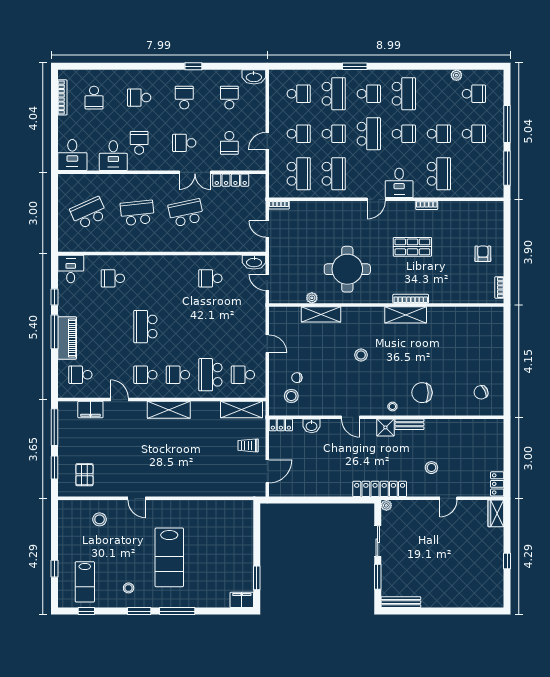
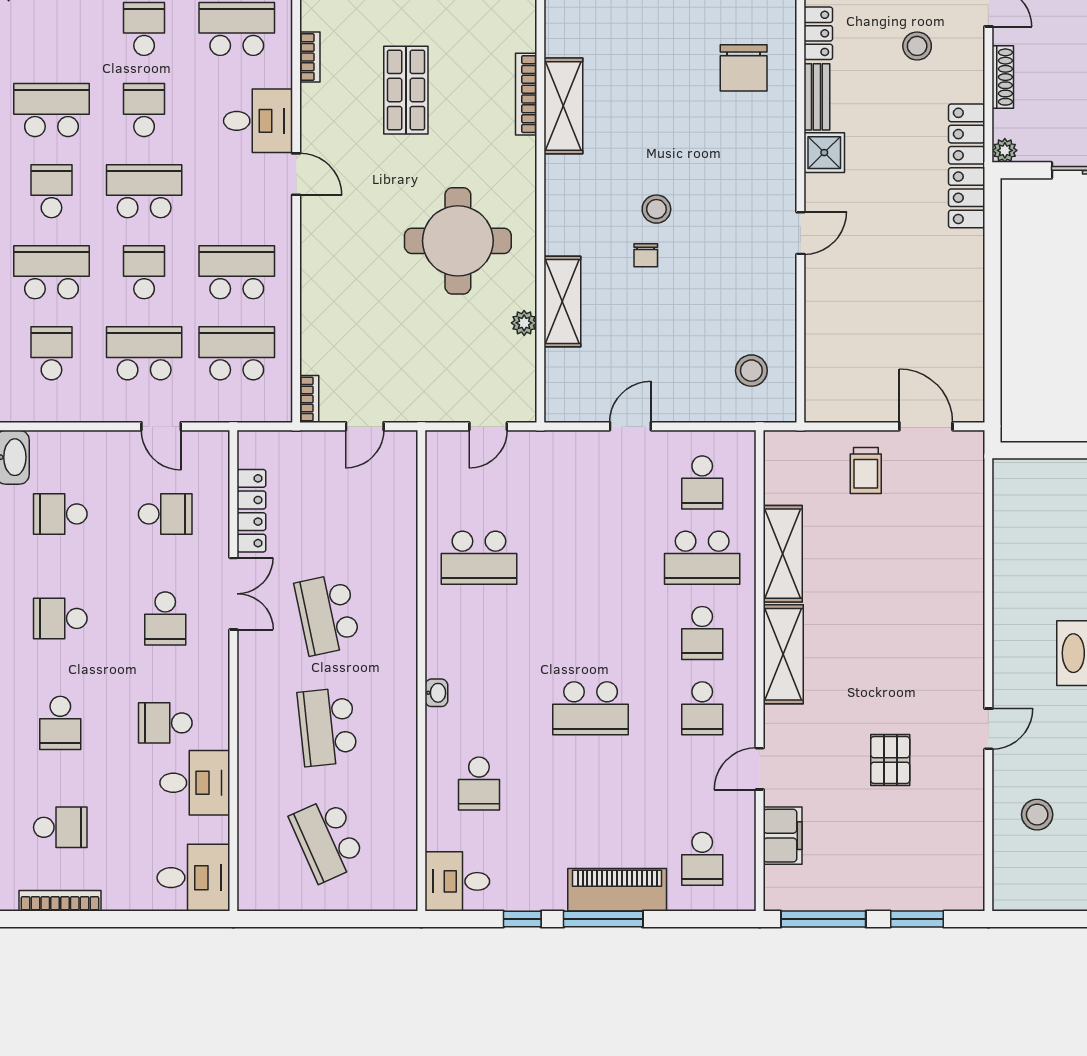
school desk: (299, 134) -> (144, 353), width x1.85
washbasin: (254, 262) -> (436, 693), moved, width x0.52, depth x0.69
school desk: (210, 278) -> (479, 558), width x1.85
chair: (297, 378) -> (646, 255), moved
stool: (392, 406) -> (776, 136), removed
shelving: (242, 410) -> (783, 554), moved
locker: (281, 425) -> (818, 33), moved
washbasin: (312, 426) -> (820, 324), removed
pallet: (84, 475) -> (890, 760), moved, turned 90
shoe rack: (418, 505) -> (1003, 77), added

